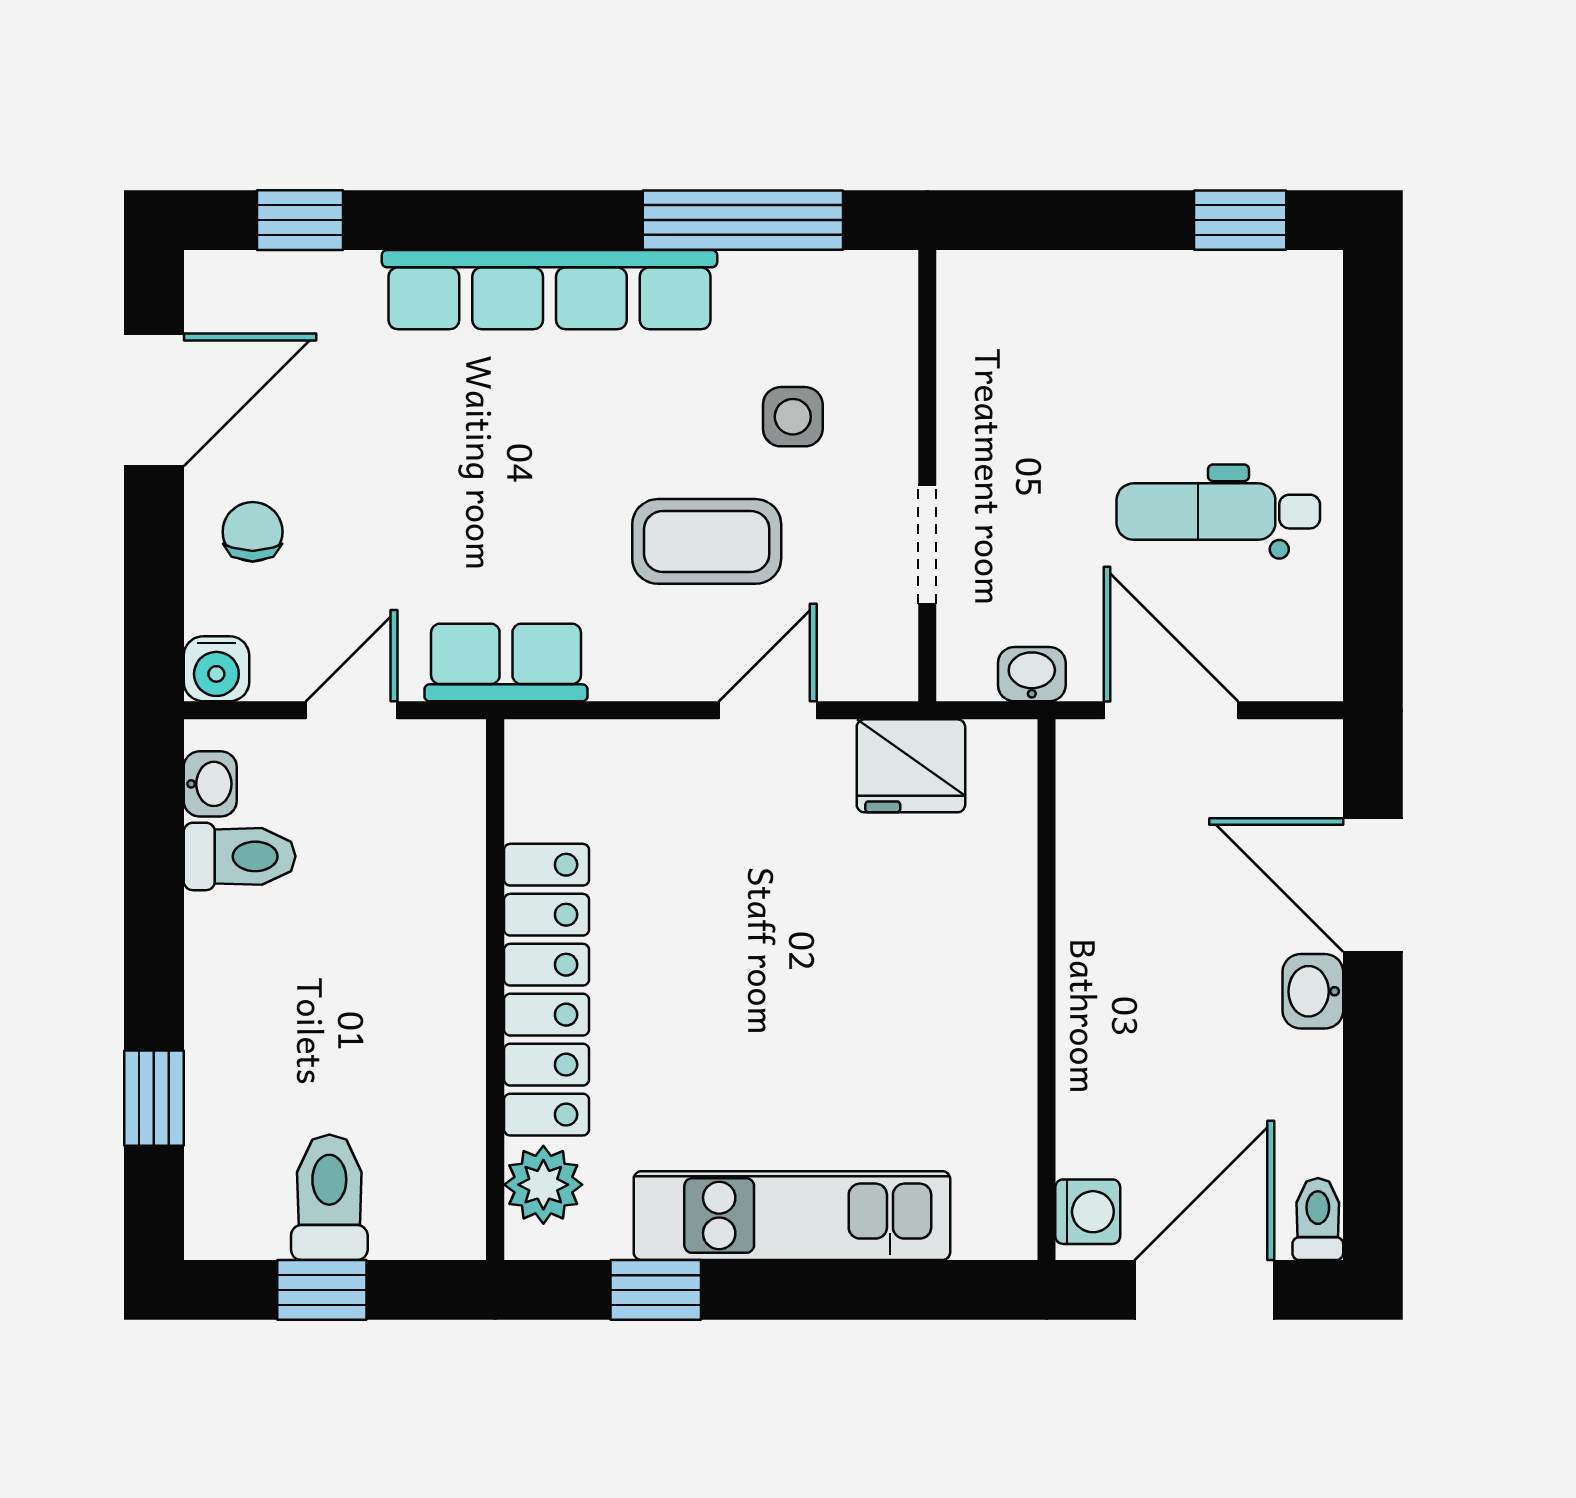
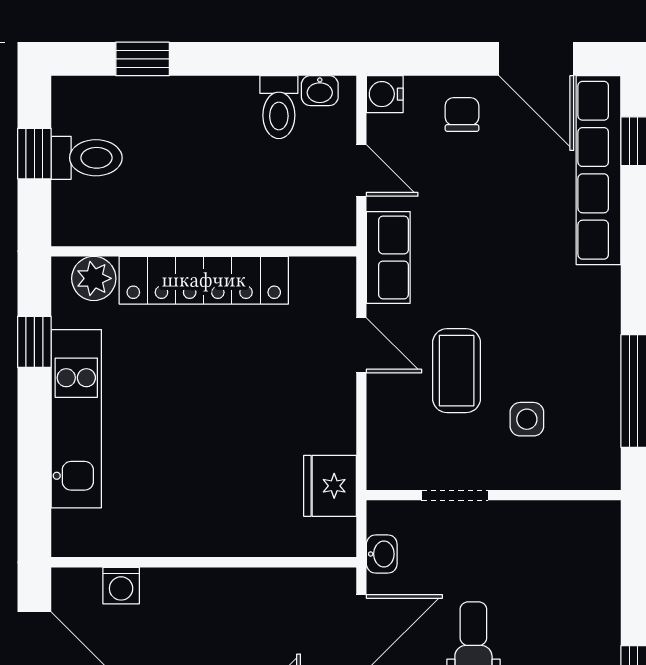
row of seats: (549, 290) -> (599, 170), moved
chair: (253, 532) -> (462, 115), turned -90
door: (768, 710) -> (361, 345), moved
washing machine: (1088, 1212) -> (121, 586), moved

